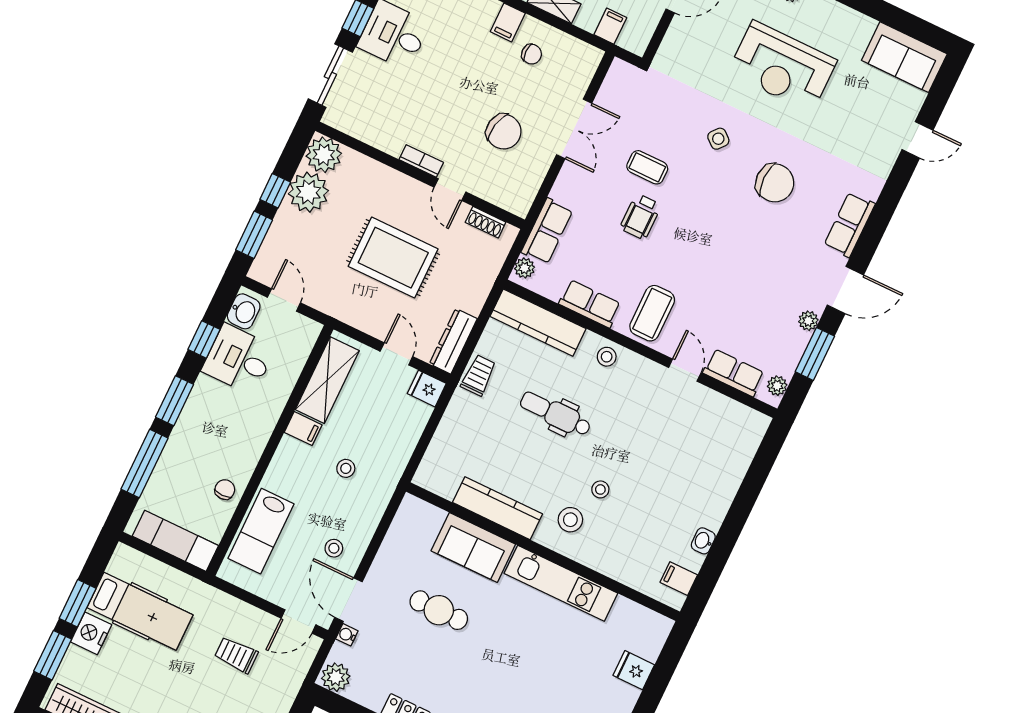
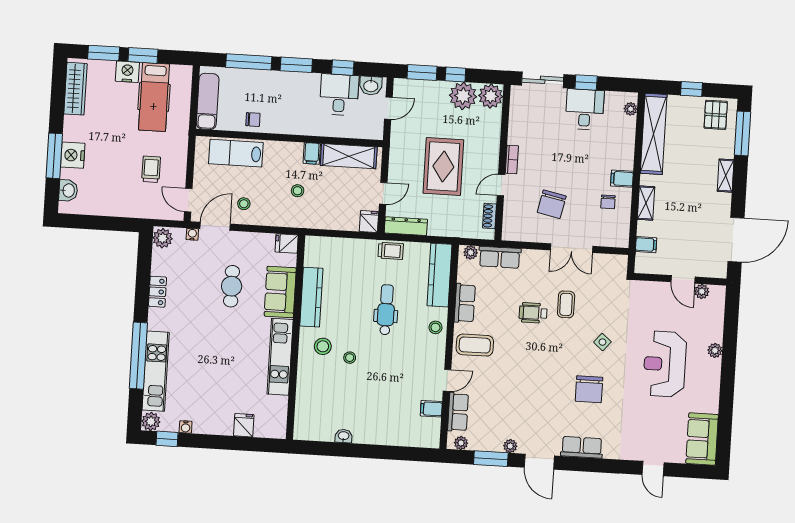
fridge: (411, 512) -> (287, 243), added
filing cabinet: (679, 579) -> (431, 409), moved, turned -90

